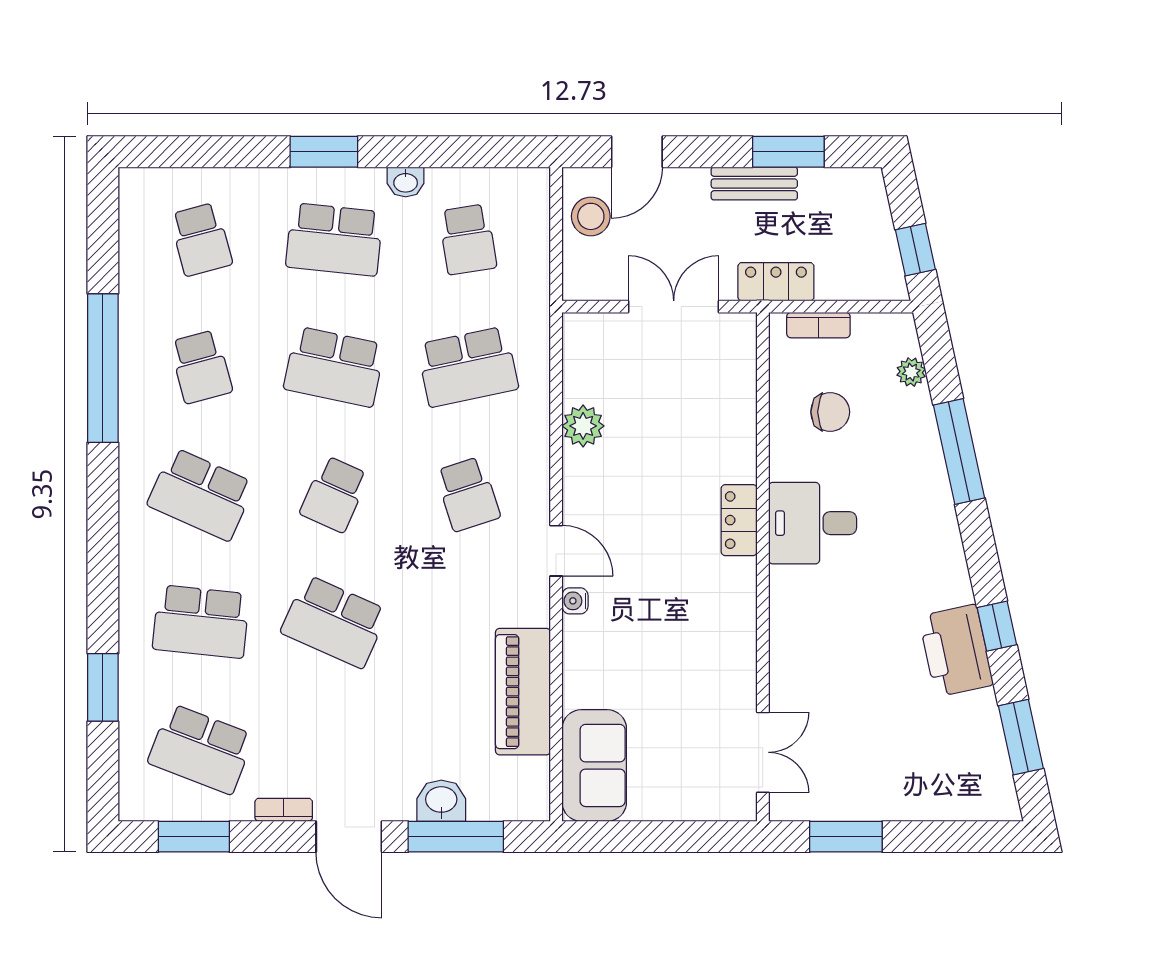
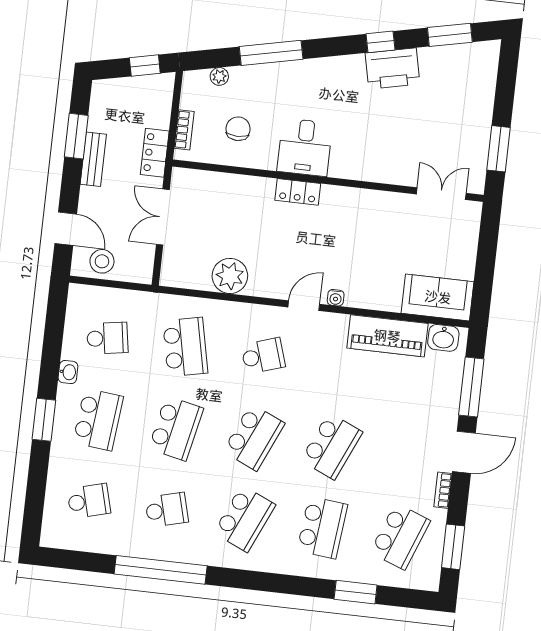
plant: (583, 426) -> (230, 276), width x1.36, depth x1.36
school desk: (334, 494) -> (254, 437), width x1.85
washbasin: (441, 801) -> (443, 338), moved, turned -90

